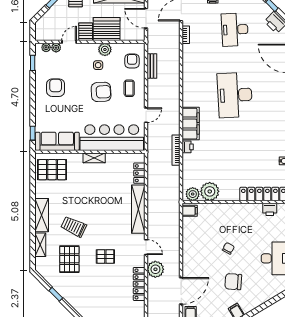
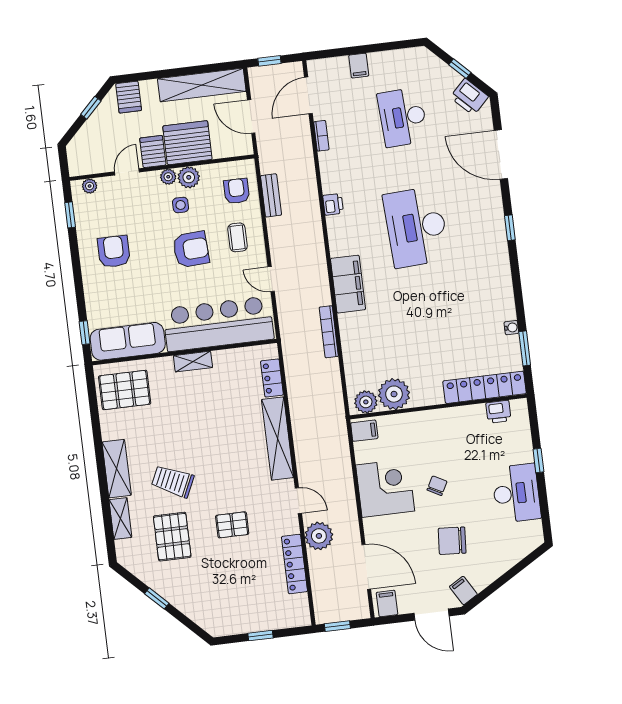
plant: (56, 48) -> (168, 177), moved
door: (146, 115) -> (271, 279), swing flipped
printer: (188, 147) -> (333, 204), moved
corner desk: (198, 246) -> (385, 488), added
door: (181, 291) -> (366, 567), hinge flipped

